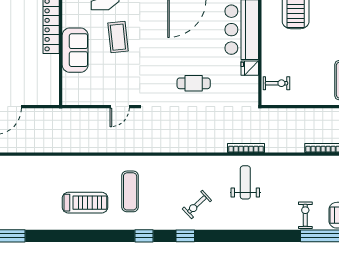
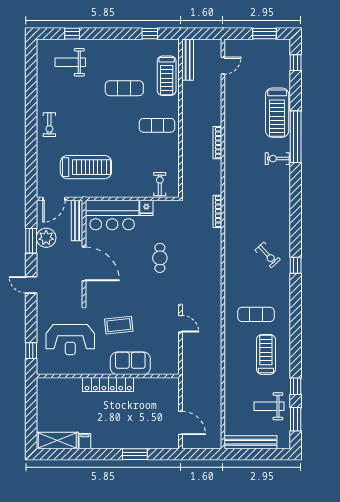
weight bench: (245, 182) -> (269, 406), moved
window: (144, 236) -> (296, 386), moved

